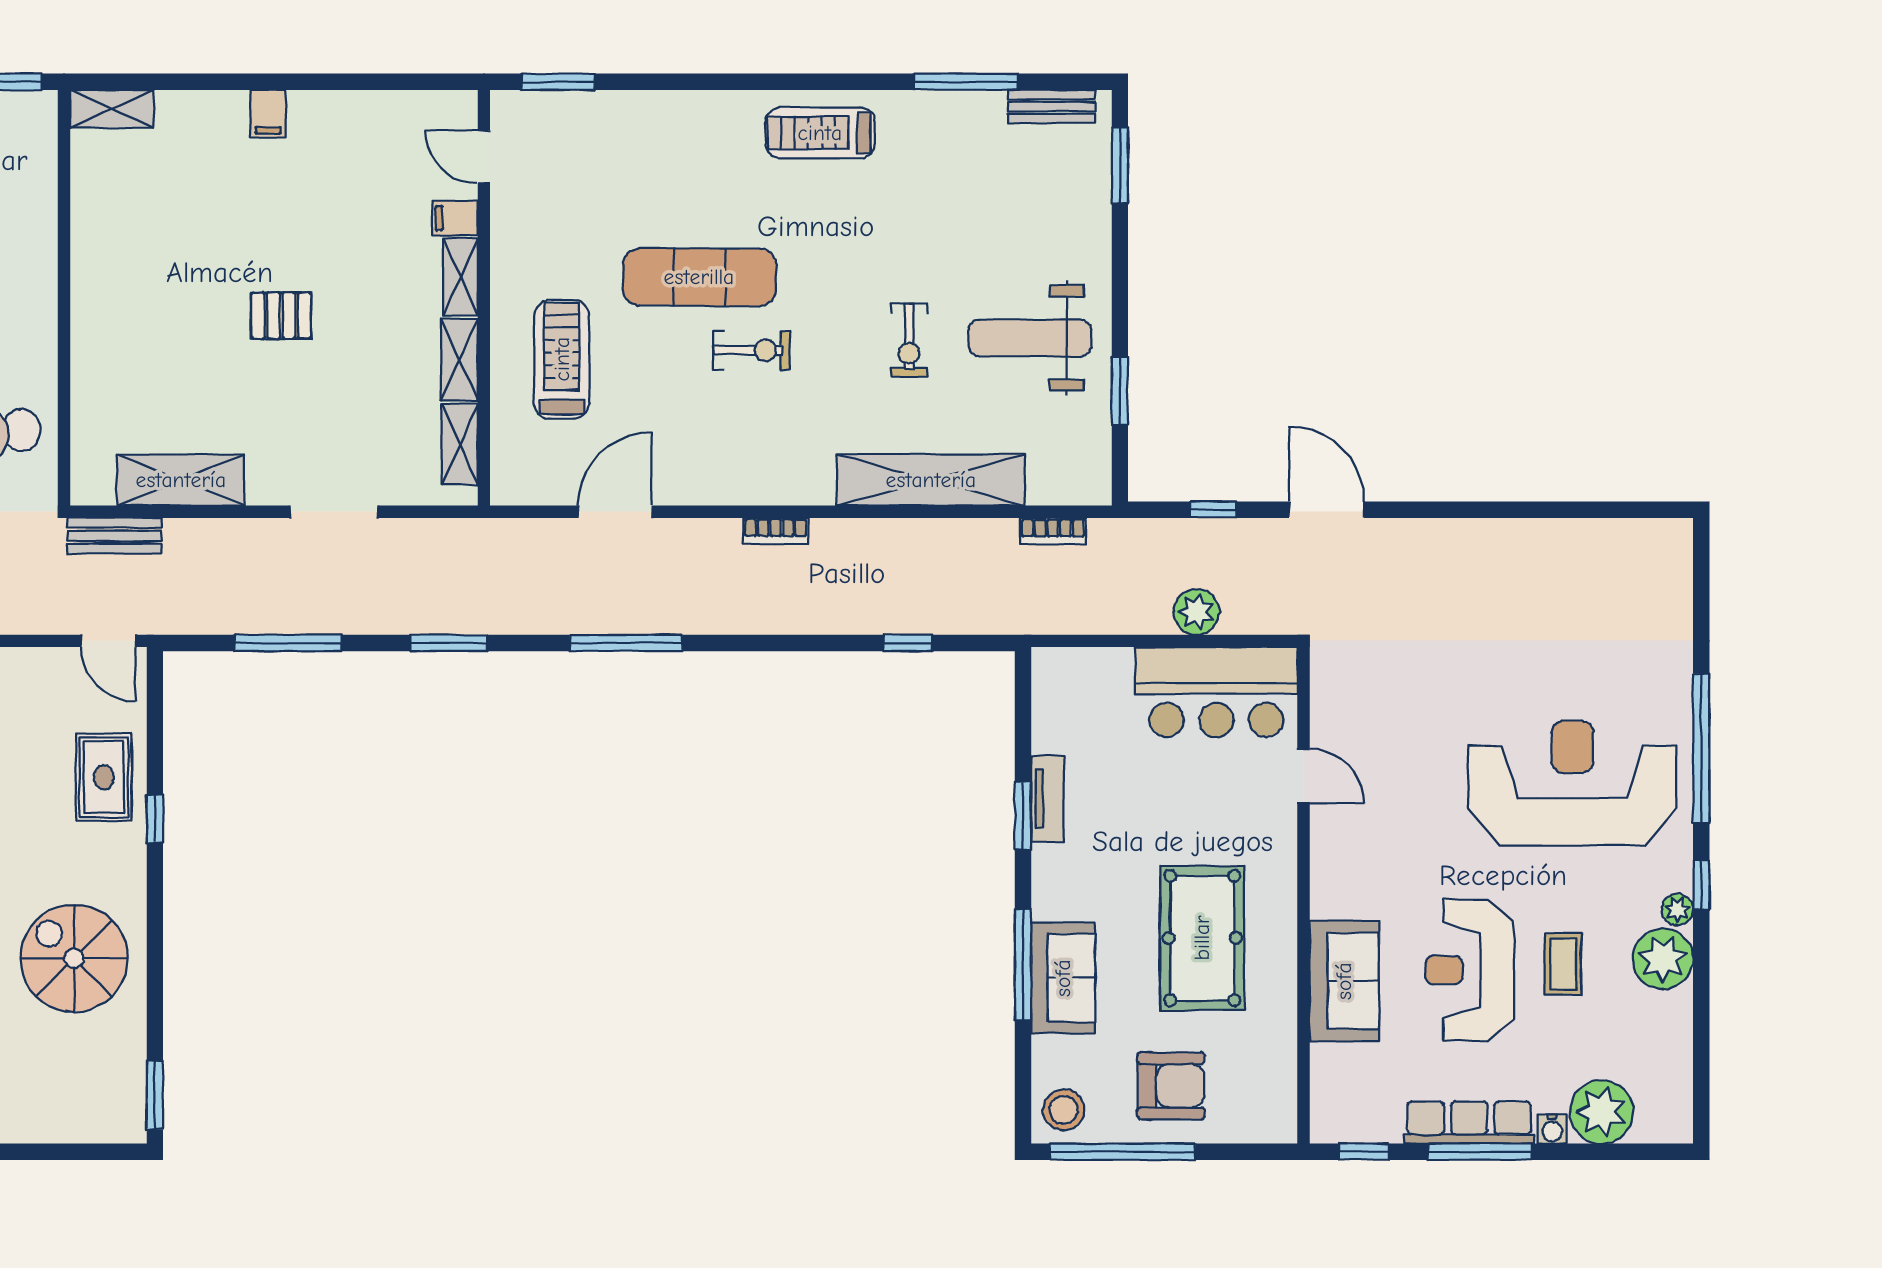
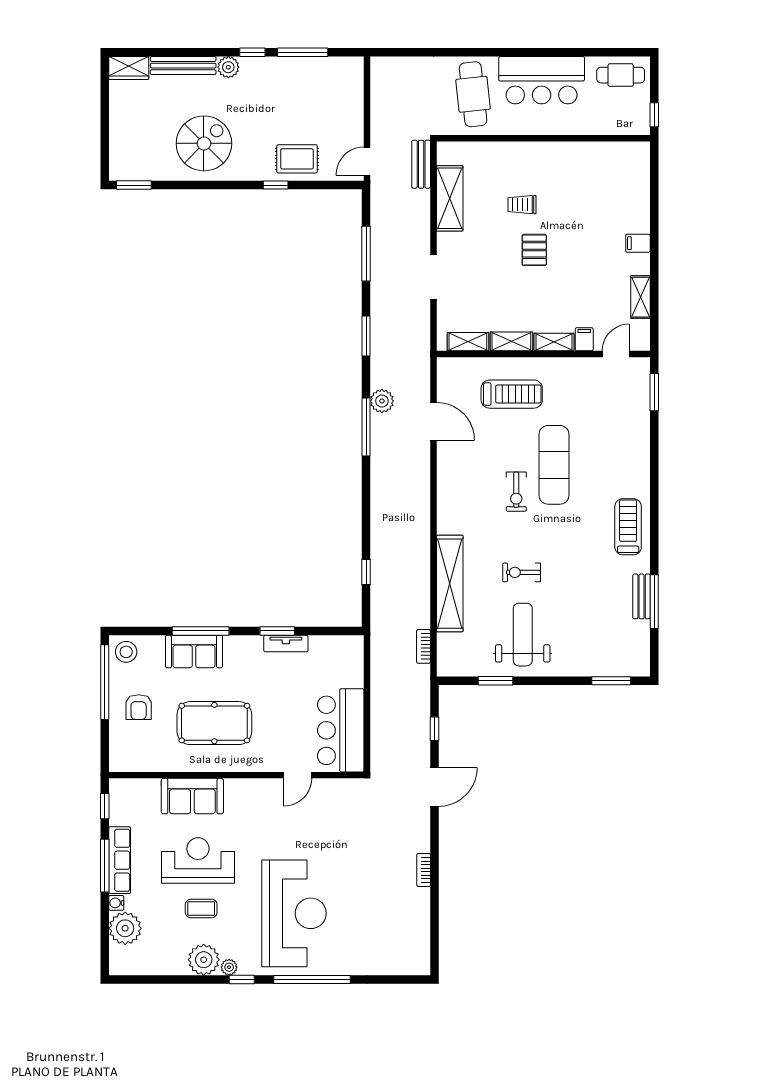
bench: (1052, 107) -> (642, 596), moved
shelving: (112, 109) -> (641, 297), moved
trolley: (193, 339) -> (522, 205), added
bookcase: (776, 531) -> (424, 870), moved
plant: (1197, 612) -> (382, 401), moved
armchair: (1171, 1086) -> (139, 707), width x0.72, depth x0.72

